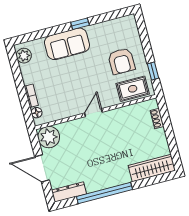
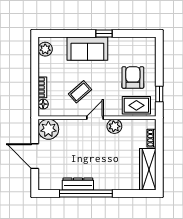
armchair: (121, 61) -> (133, 77), turned 180
coffee table: (71, 90) -> (80, 92), added
plant: (116, 116) -> (114, 126), added
wardrobe: (152, 168) -> (148, 169), moved, turned -90
dresser: (69, 192) -> (78, 184), moved

